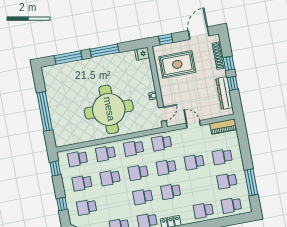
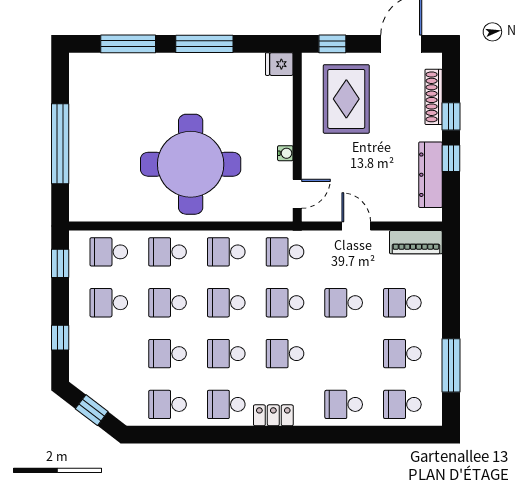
rug: (177, 64) -> (346, 99), turned 90
school desk: (87, 207) -> (167, 354), moved

